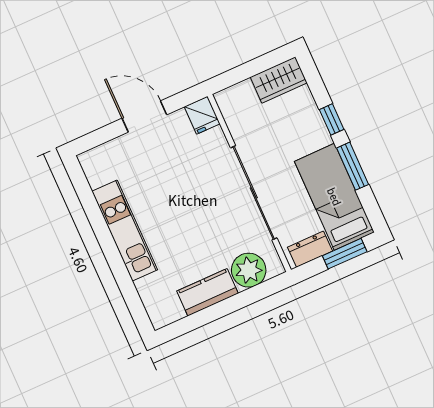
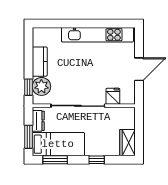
fridge: (202, 115) -> (113, 96), moved, turned 90
window: (353, 166) -> (55, 160), moved
kitchen unit: (125, 230) -> (97, 35), width x1.36
window: (260, 292) -> (28, 87), added

